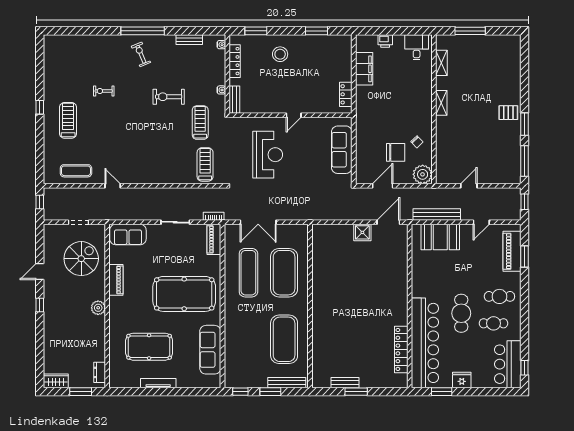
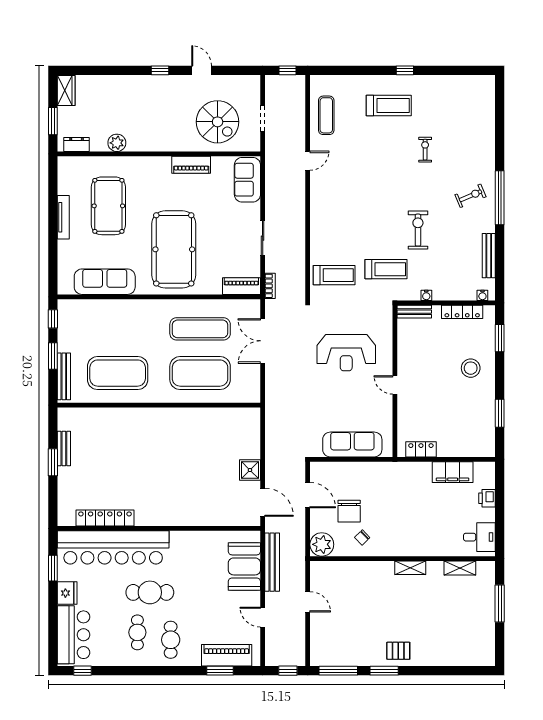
bench: (189, 40) -> (489, 256), width x1.36
pallet: (508, 113) -> (398, 651), turned 90
plant: (98, 308) -> (117, 143), moved
bar counter: (508, 364) -> (73, 635), moved, turned 90

